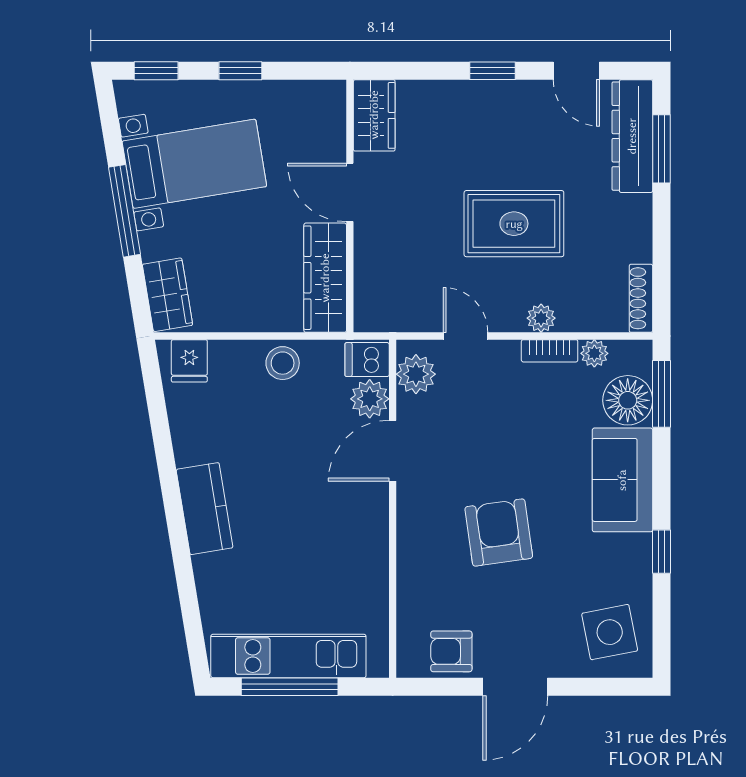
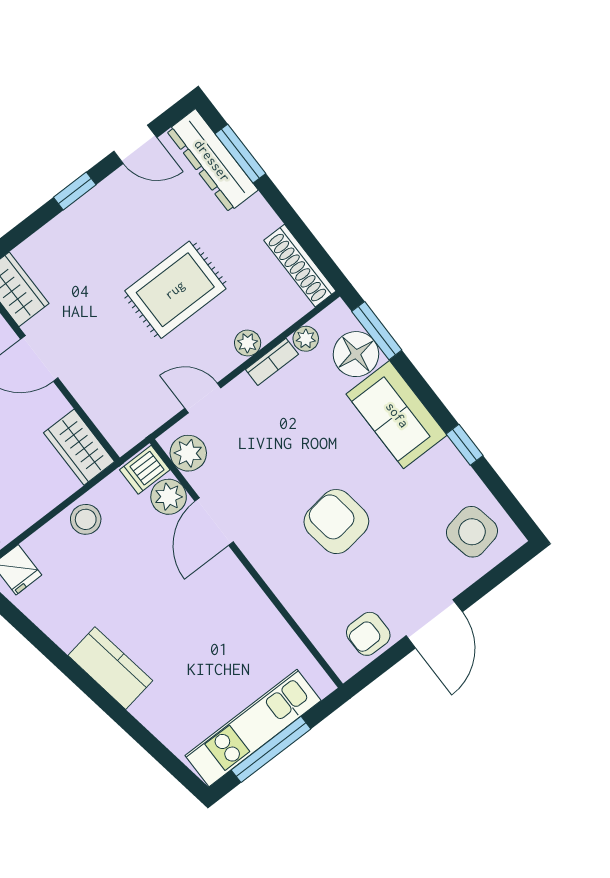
wardrobe: (325, 278) -> (79, 447), width x0.67
shoe rack: (641, 298) -> (300, 266), width x1.36, depth x1.24

